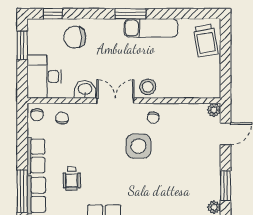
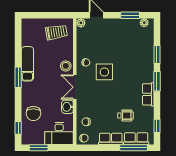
trolley: (206, 41) -> (56, 32), moved

